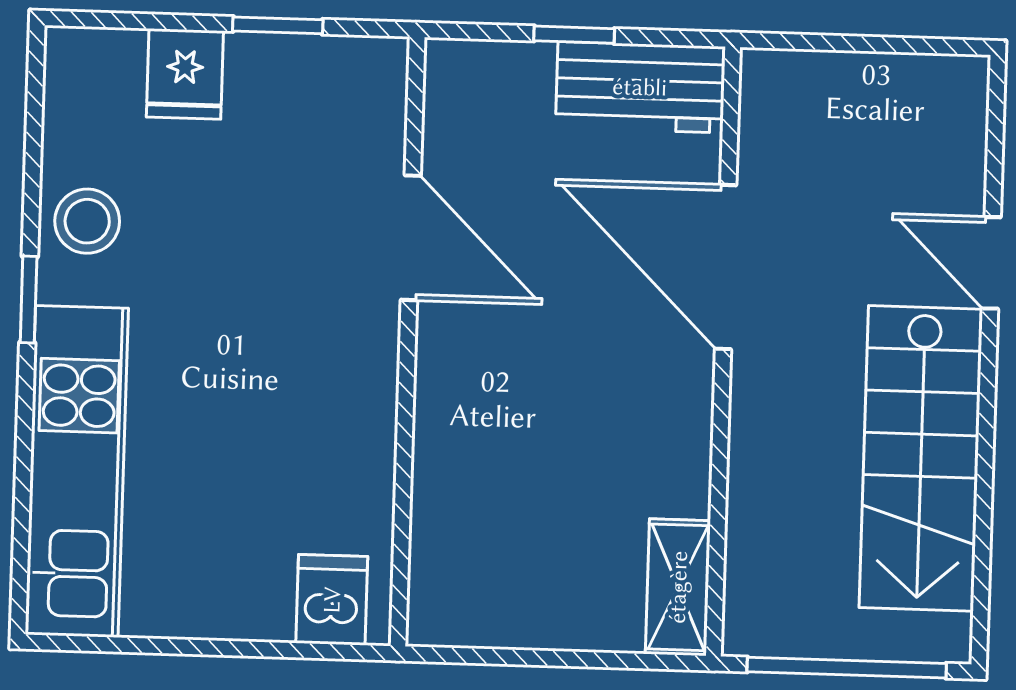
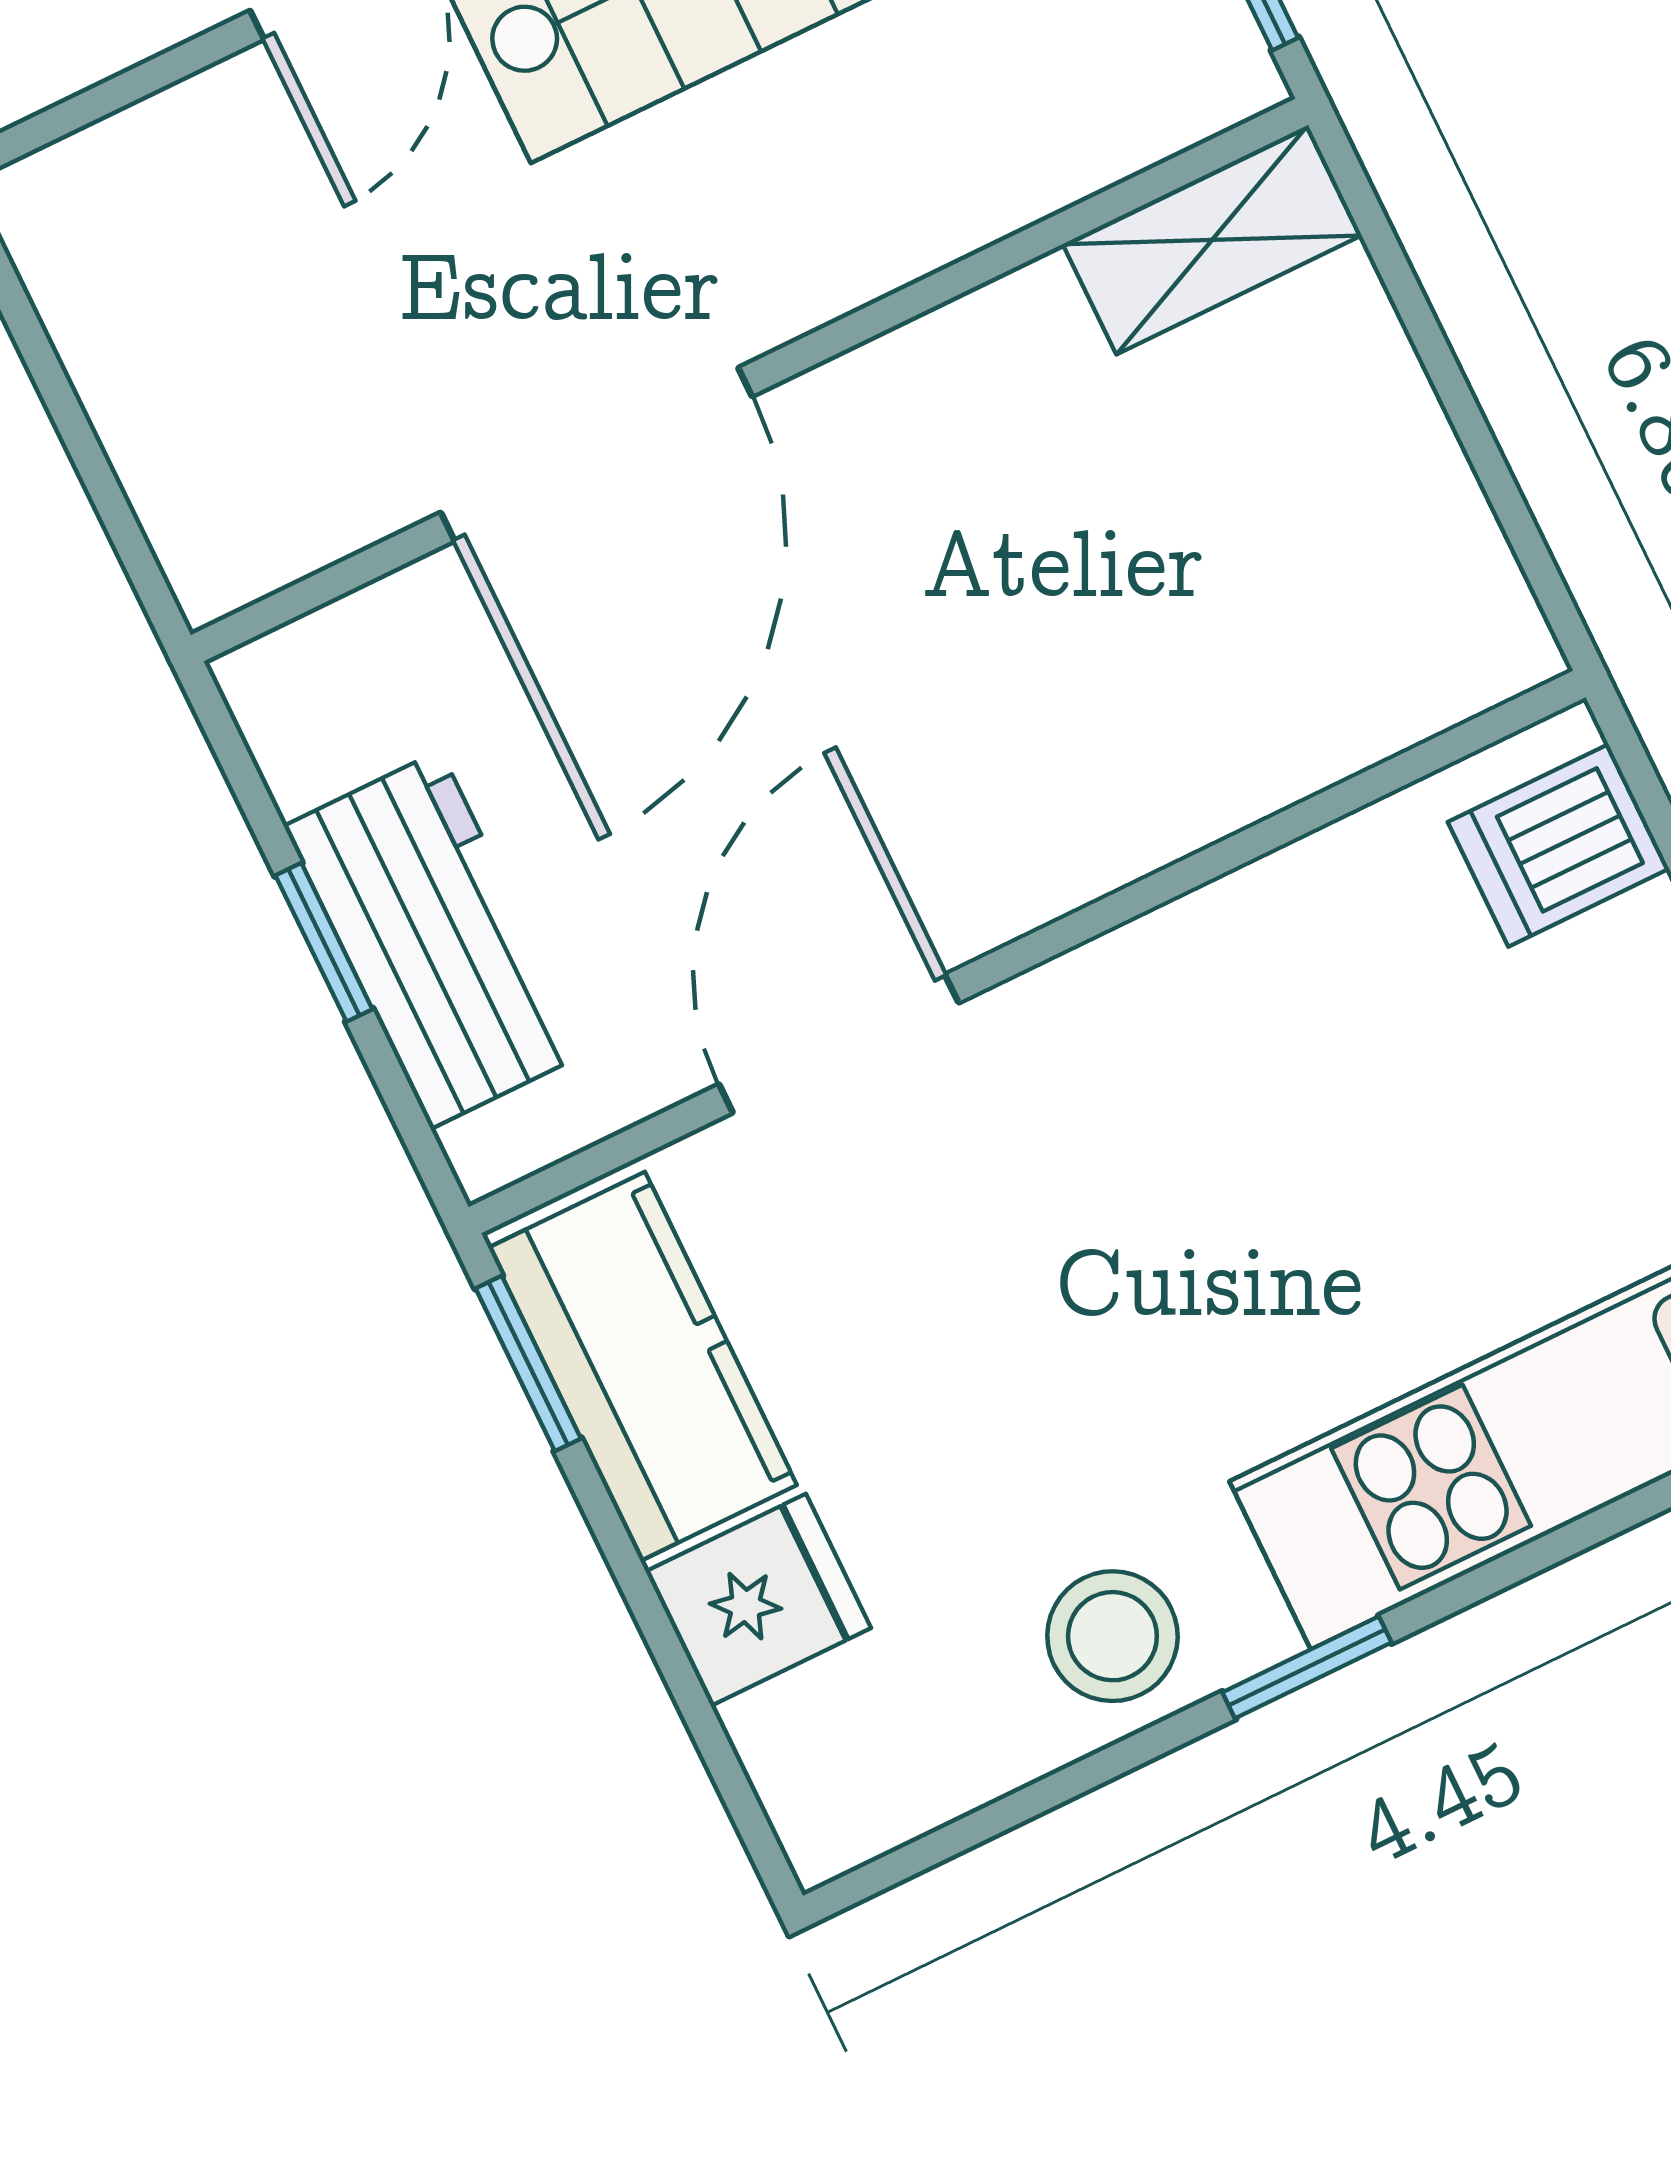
window: (278, 25) -> (528, 1363), moved
kitchen counter: (314, 77) -> (643, 1366), added
workbench: (640, 87) -> (435, 940), moved

